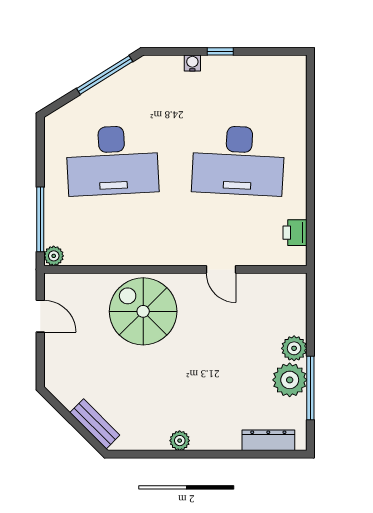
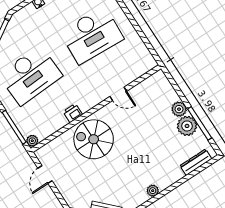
printer: (295, 233) -> (73, 113), moved, turned 90
door: (40, 316) -> (45, 174), swing flipped

